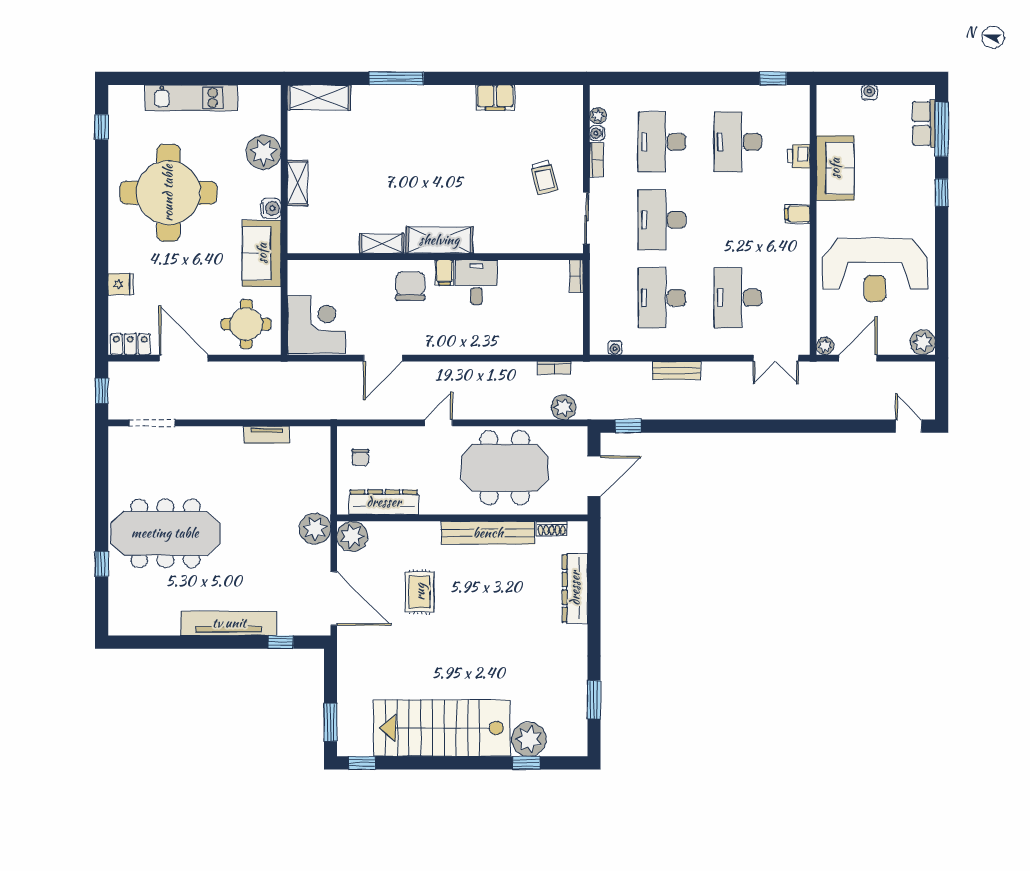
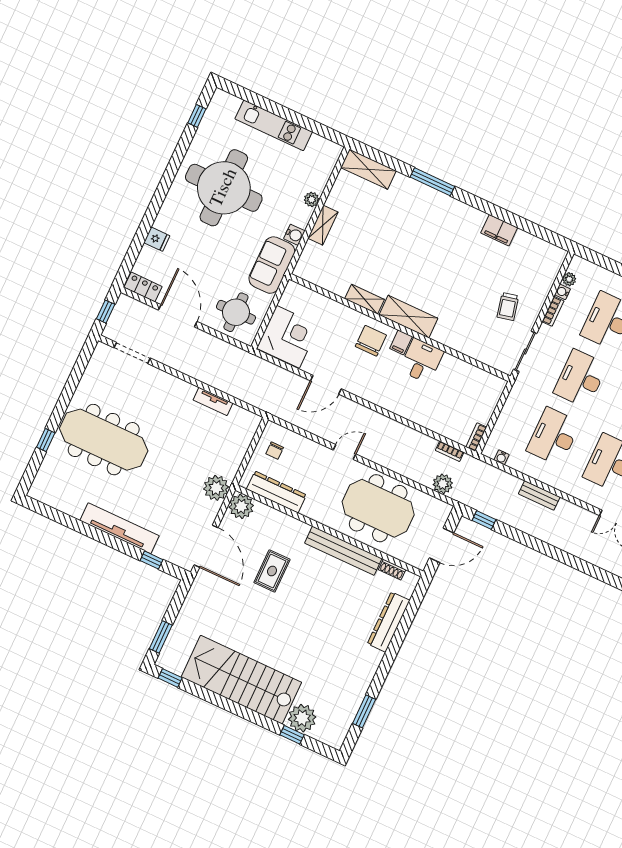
plant: (264, 152) -> (312, 199), width x0.53, depth x0.53
bookcase: (577, 276) -> (476, 437), moved

